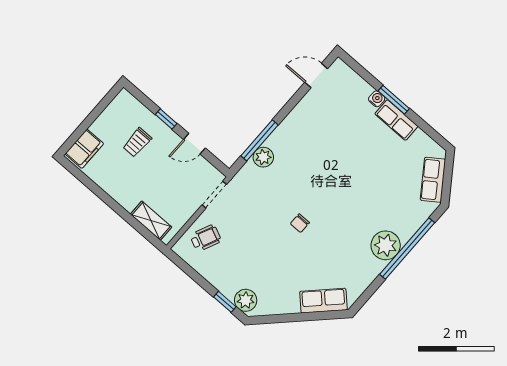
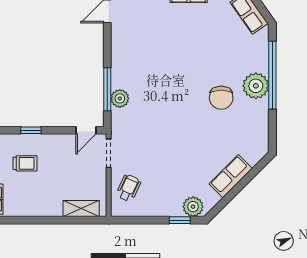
trolley: (137, 142) -> (25, 163), turned -90
door: (194, 144) -> (86, 130), moved
chair: (300, 223) -> (221, 98), moved, width x1.87, depth x1.87
row of seats: (323, 301) -> (231, 176), moved

